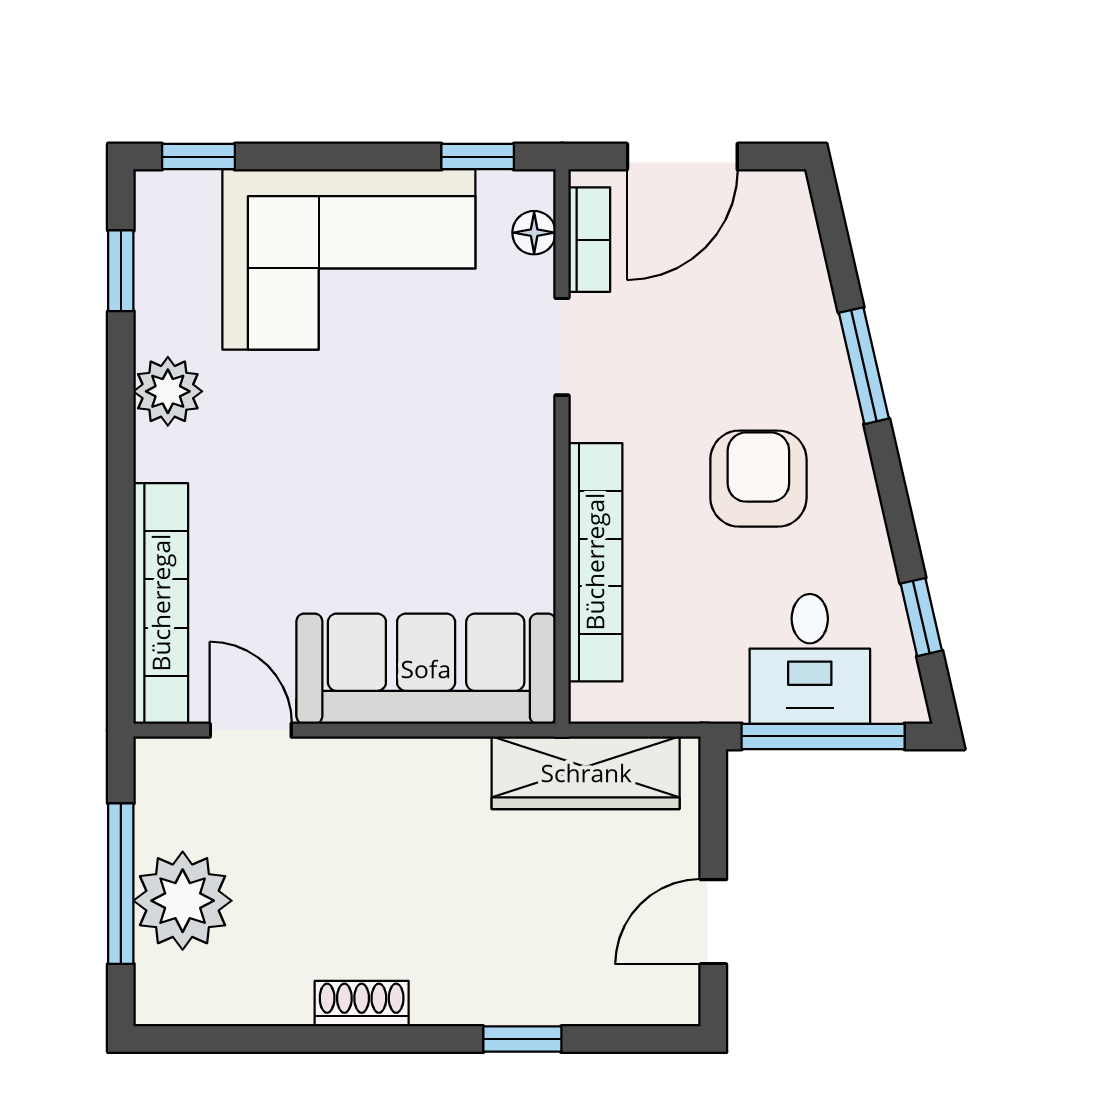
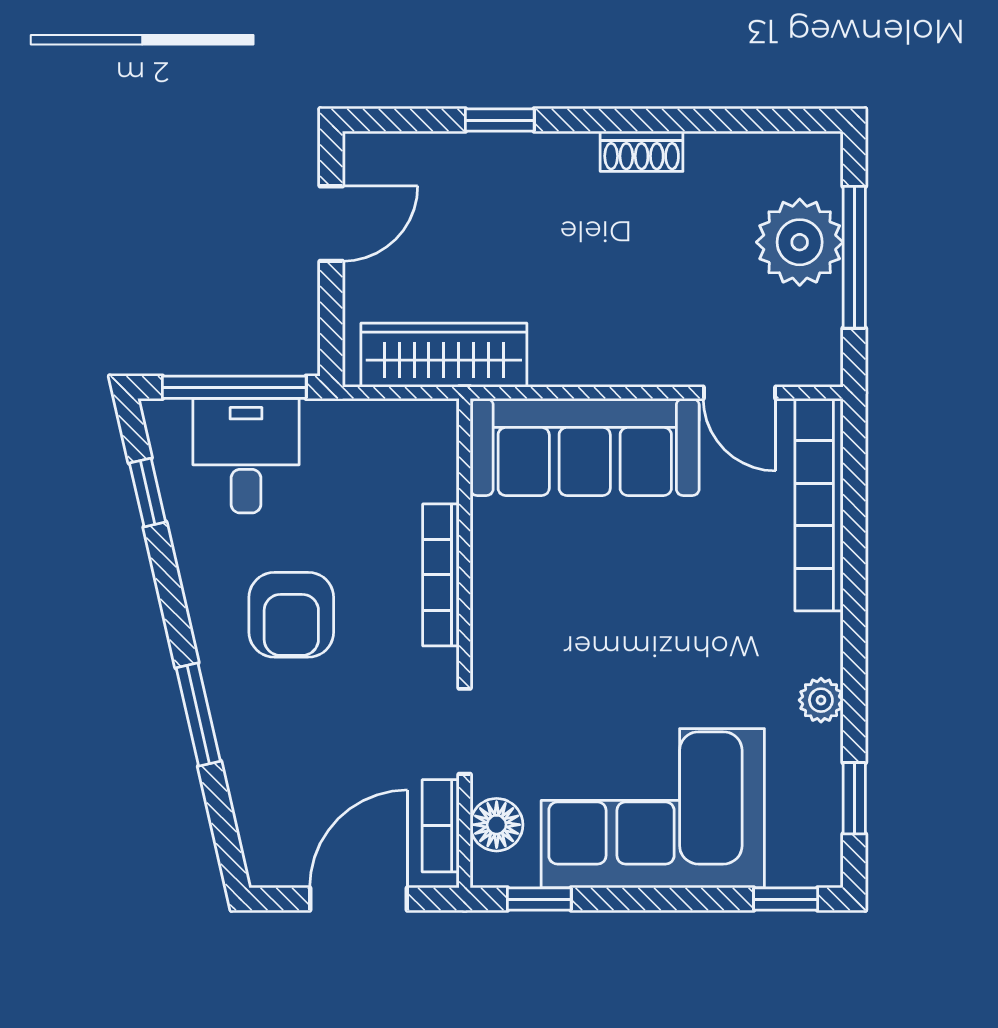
floor lamp: (534, 233) -> (497, 825), width x1.37, depth x1.37
plant: (168, 391) -> (821, 700), width x0.73, depth x0.73
bookcase: (595, 562) -> (441, 575), width x0.68, depth x0.76

